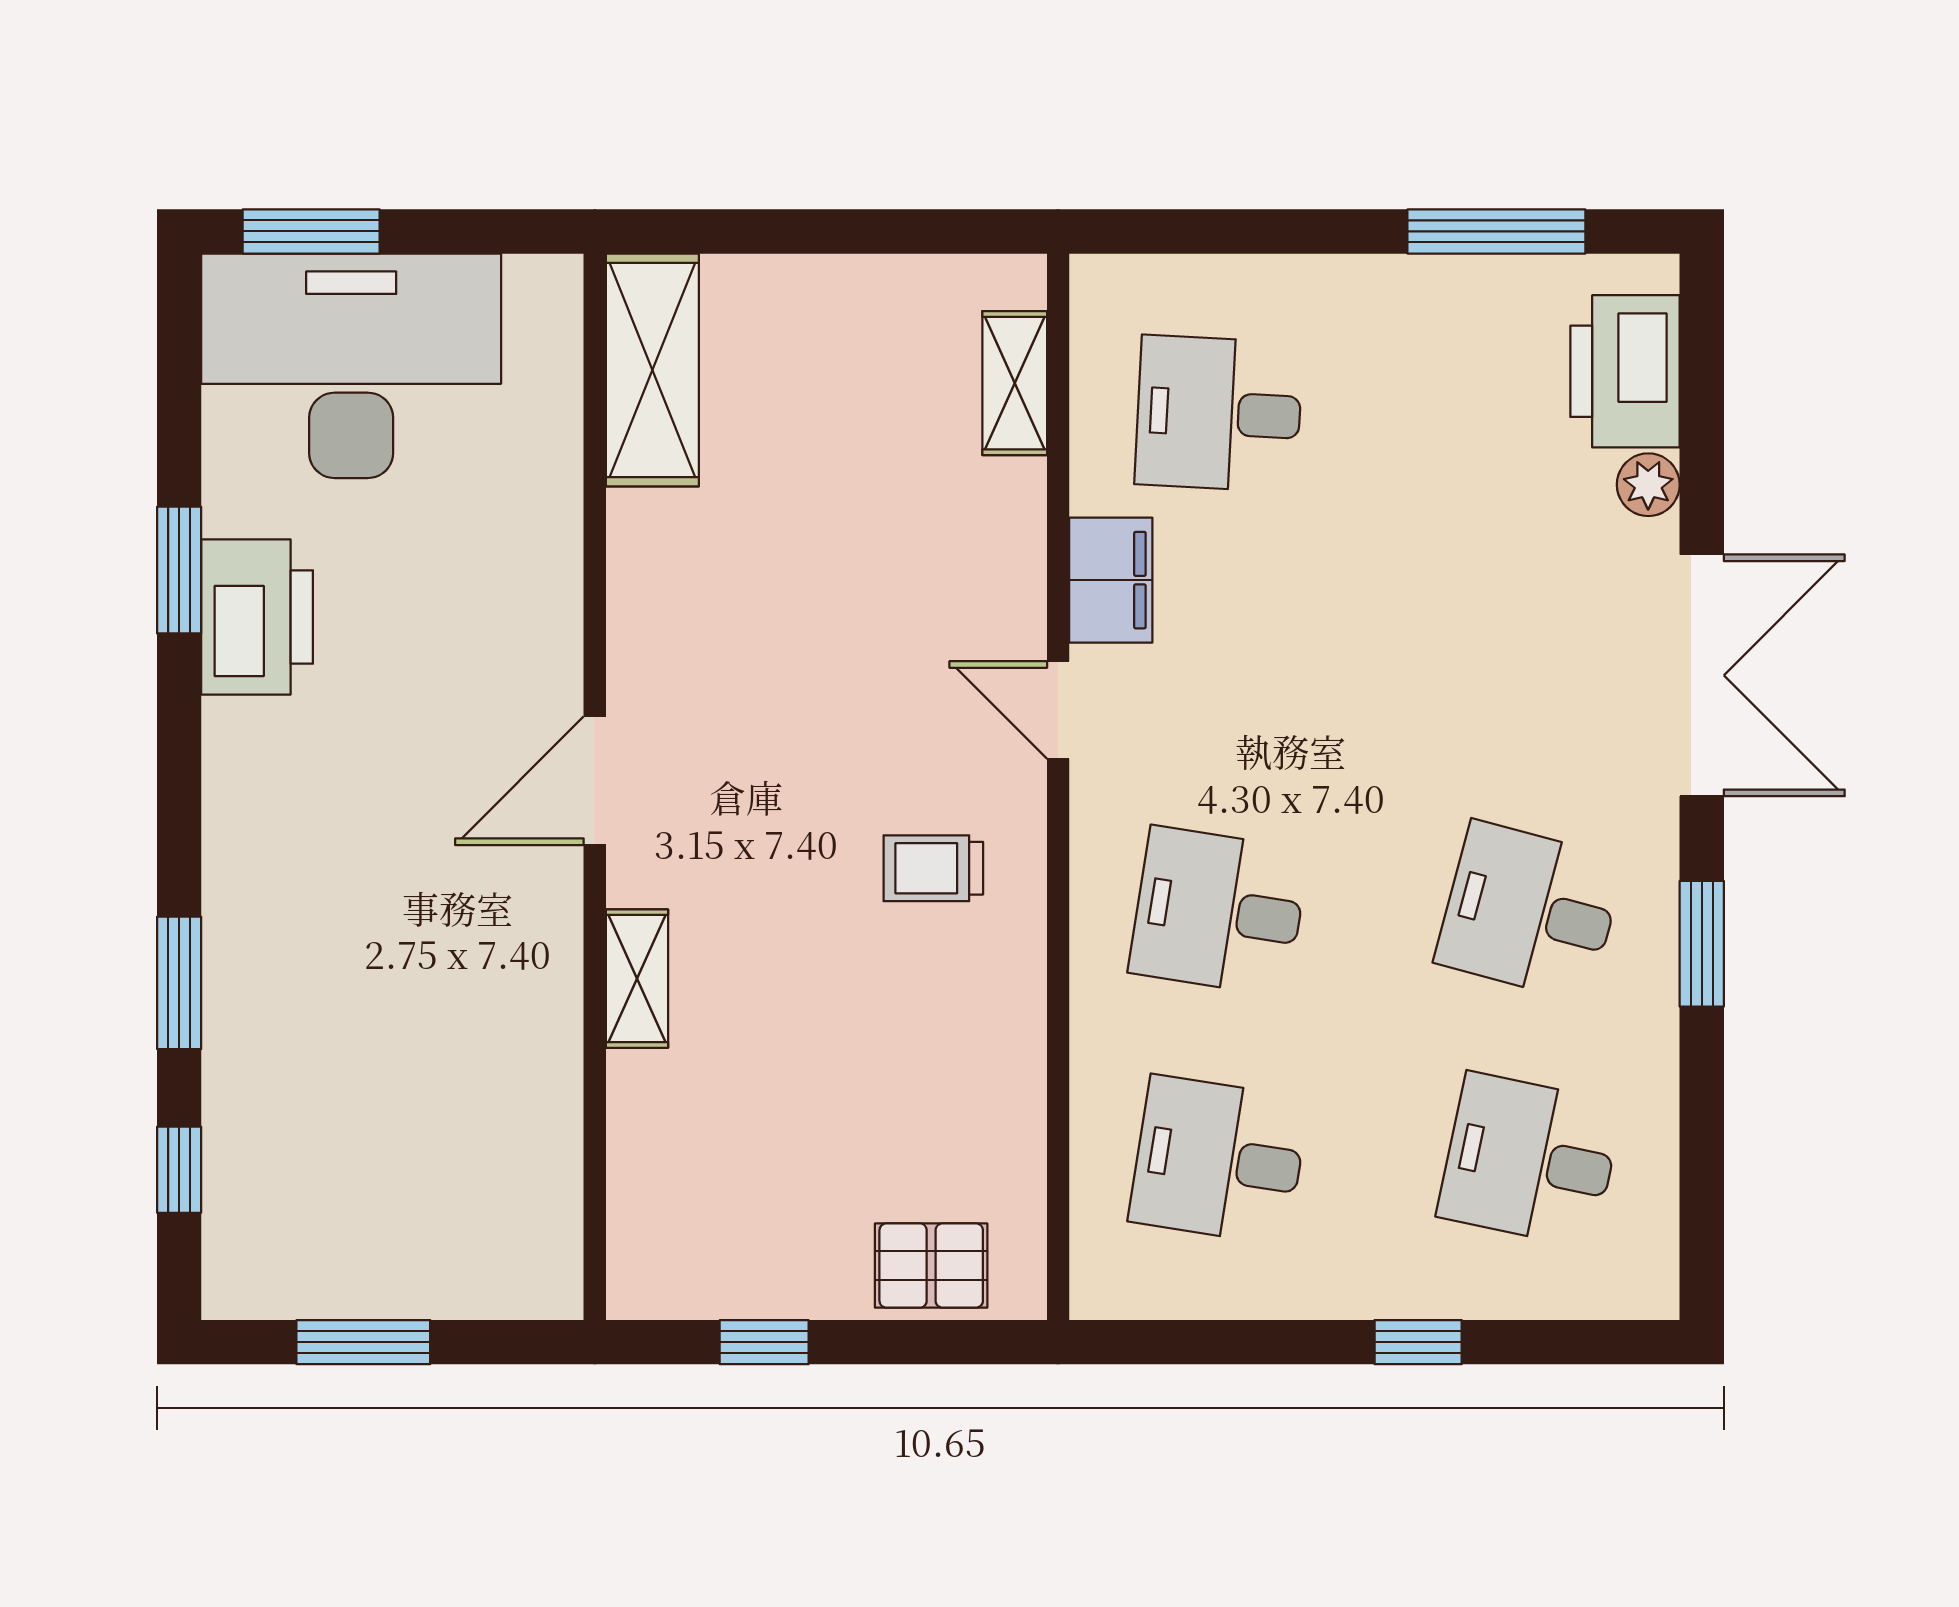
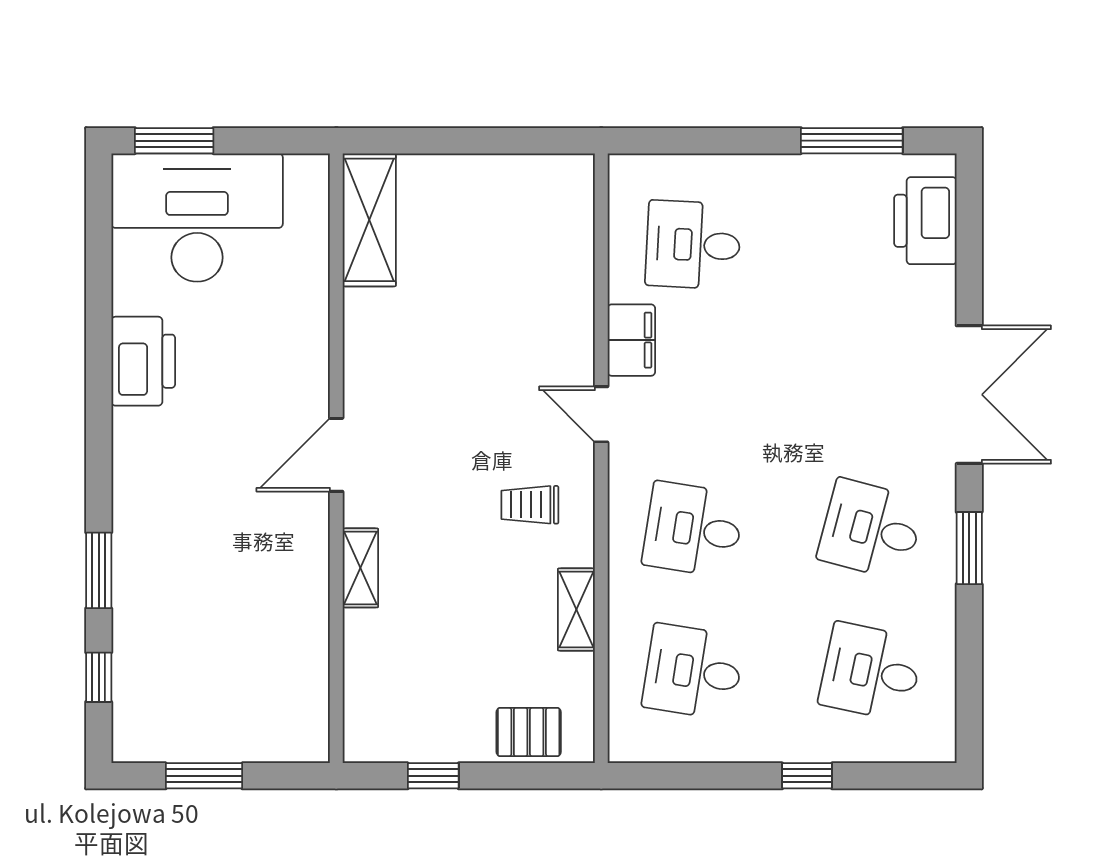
shelving: (1015, 383) -> (576, 610), moved
plant: (1648, 485) -> (939, 286), removed
window: (179, 570) -> (99, 334), removed

